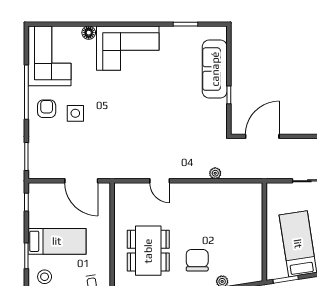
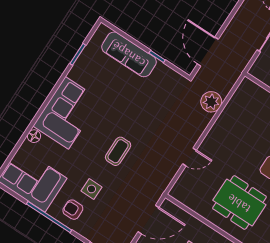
coffee table: (124, 115) -> (118, 151), added
plant: (215, 173) -> (211, 102), width x1.87, depth x1.87

